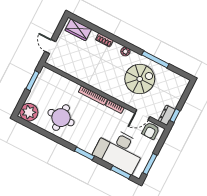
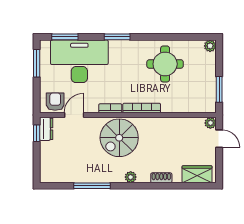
plant: (51, 60) -> (210, 123), added
spiral stairs: (140, 79) -> (119, 138), moved
plant: (29, 112) -> (210, 46), width x0.53, depth x0.53

